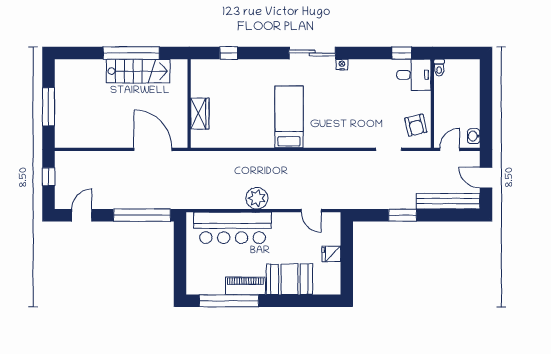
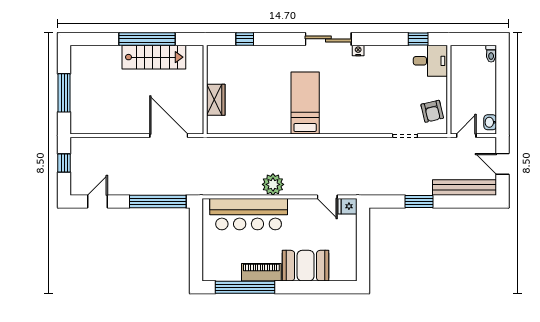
toilet: (439, 68) -> (491, 54), moved
fridge: (331, 254) -> (348, 206), moved

